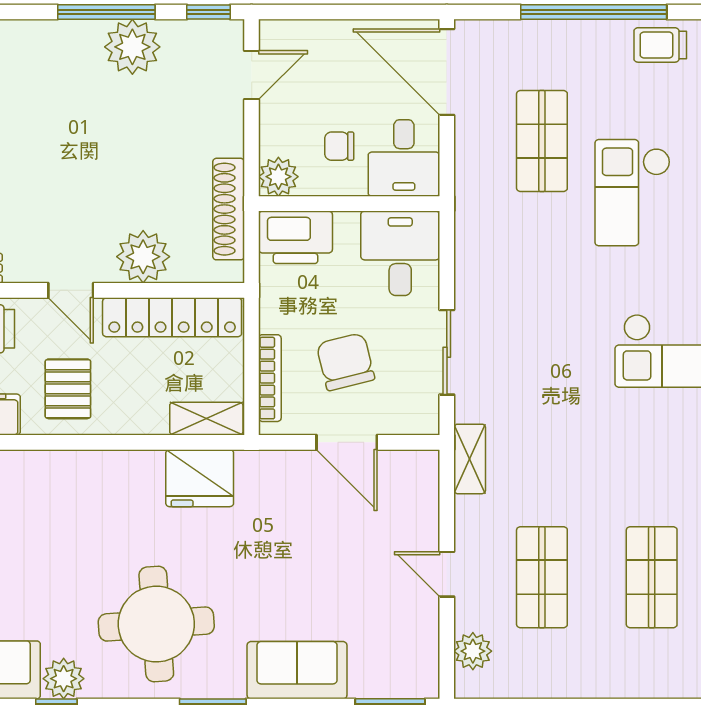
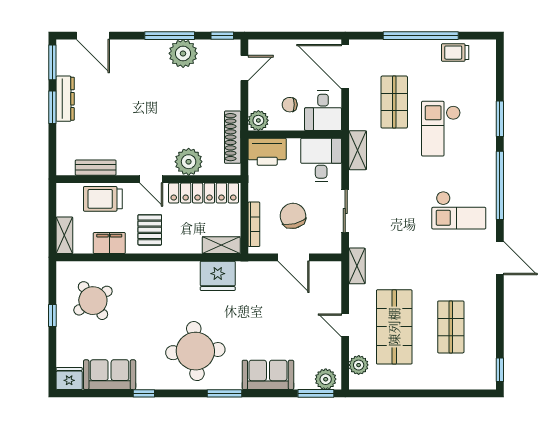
shelving: (471, 235) -> (358, 150), added
shop shelf: (542, 577) -> (394, 327), width x1.43, depth x1.36
plant: (64, 679) -> (326, 379), moved

